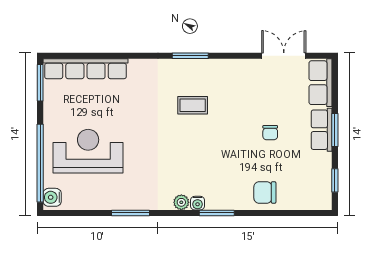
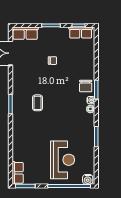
row of seats: (85, 69) -> (18, 173), width x0.50
row of seats: (322, 130) -> (81, 33), moved
reception desk: (88, 151) -> (63, 160), turned 180
chair: (265, 192) -> (86, 86), moved

